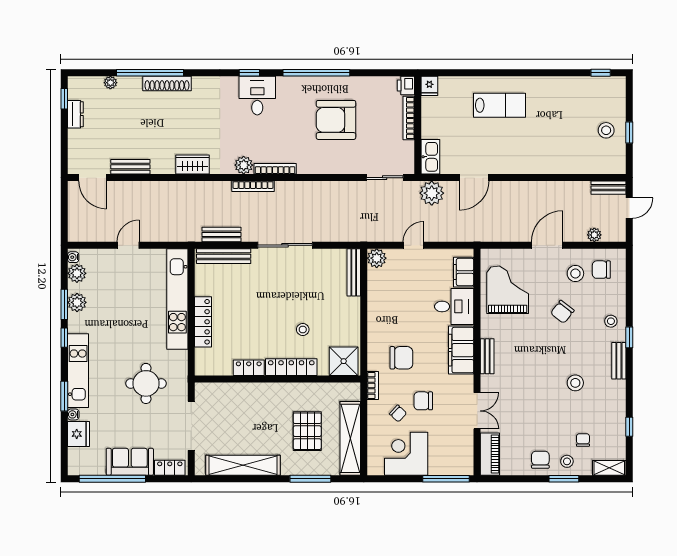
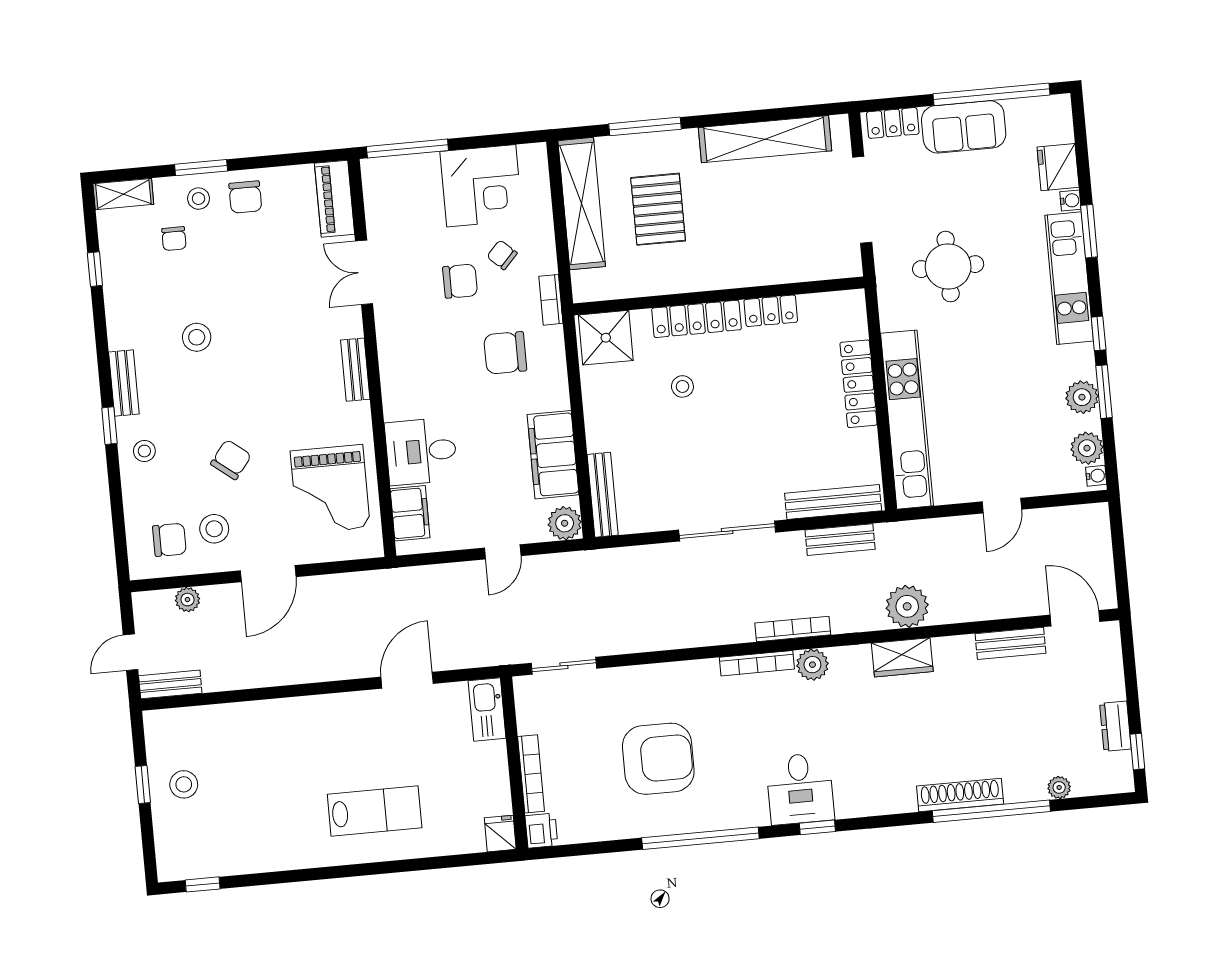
lab bench: (499, 105) -> (375, 811), turned 180
plant: (432, 193) -> (907, 606), moved
filing cabinet: (461, 350) -> (553, 455), moved, turned 180

